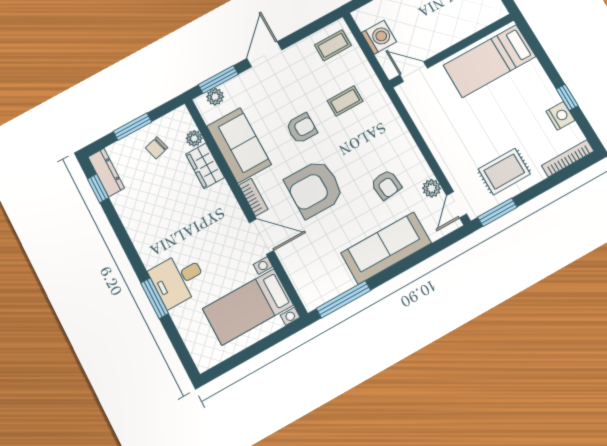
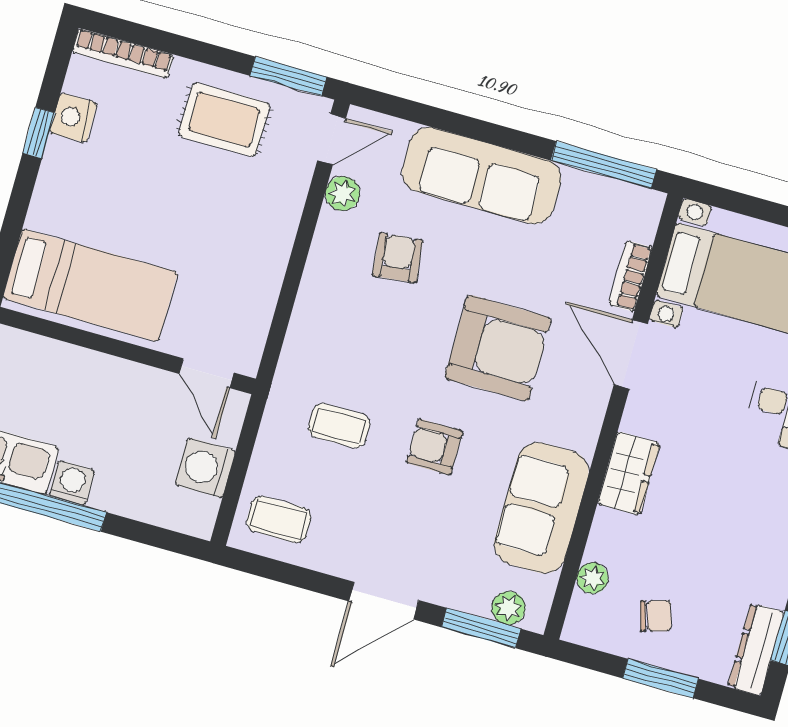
wardrobe: (205, 166) -> (629, 473), moved
bookcase: (253, 197) -> (630, 276), moved

